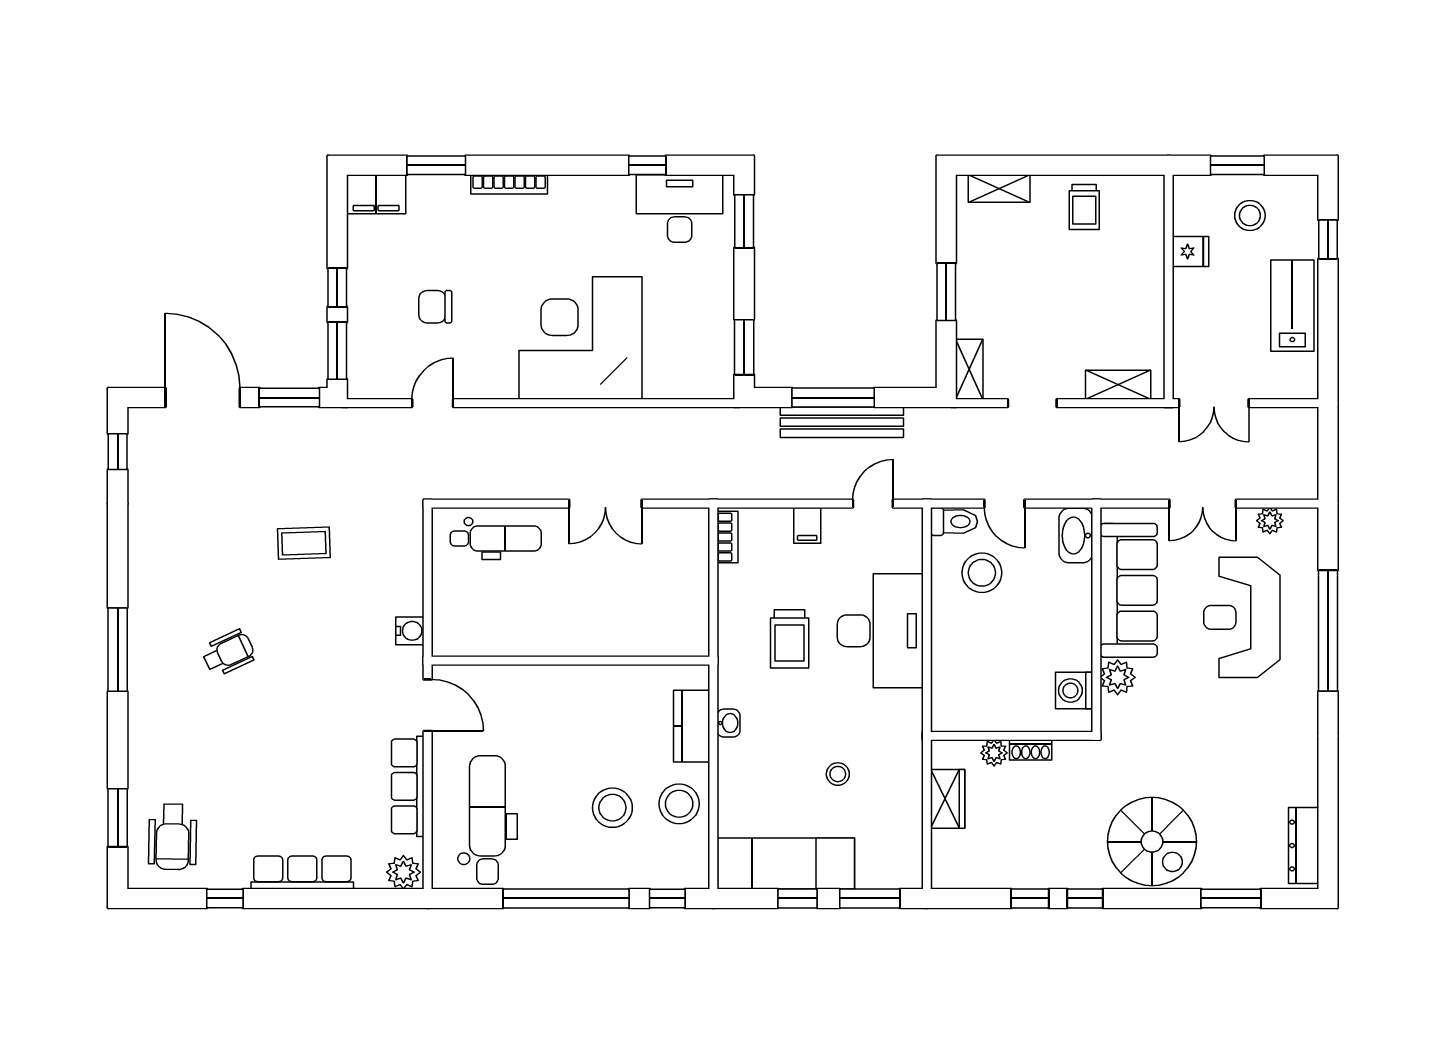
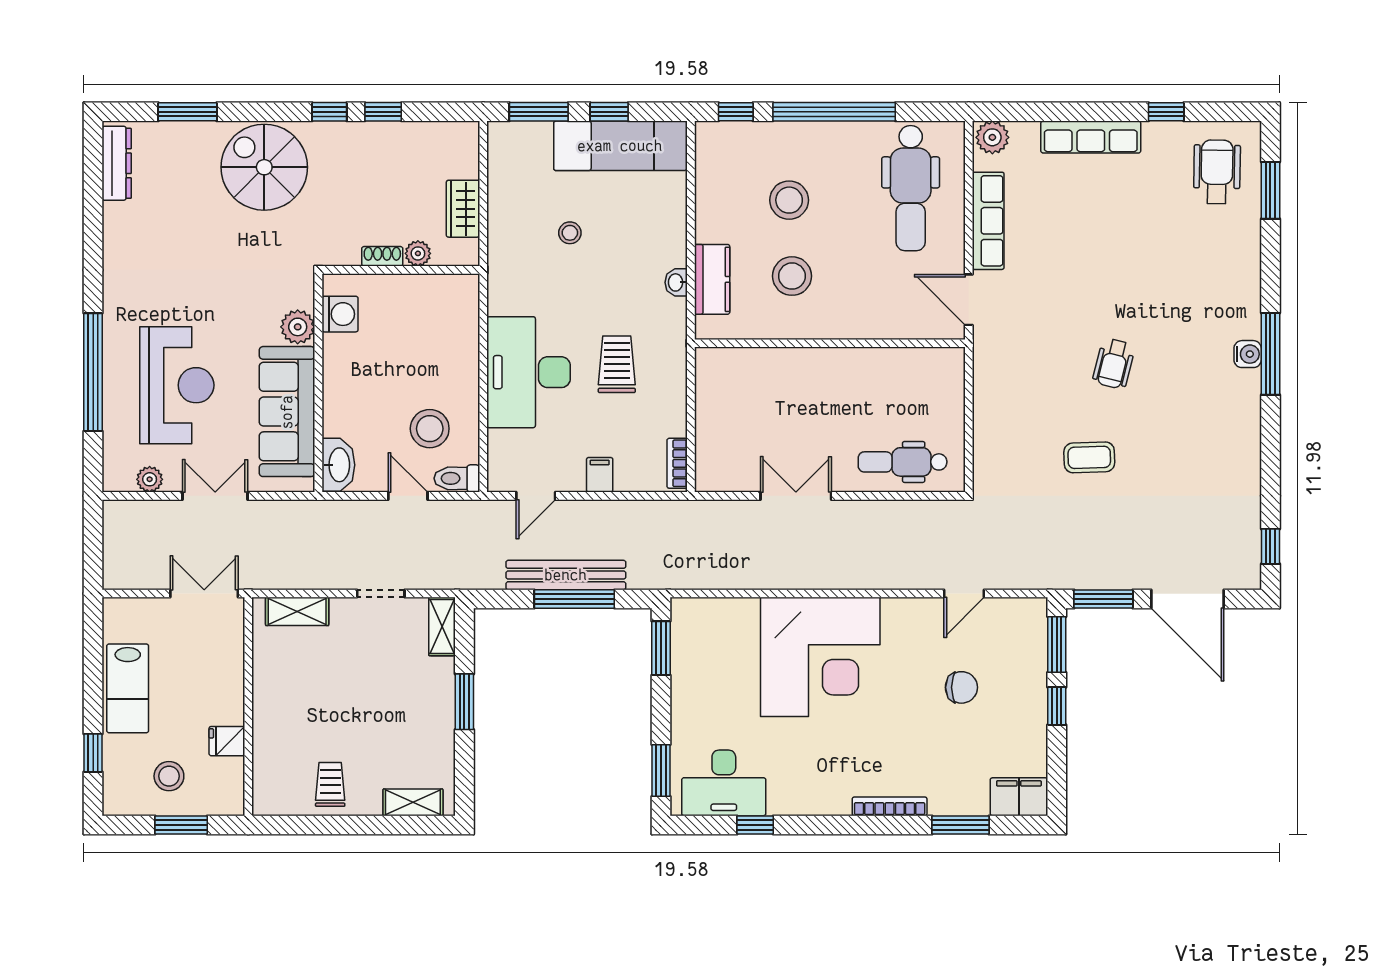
water cooler: (410, 631) -> (1248, 354), moved, turned 180
wheelchair: (228, 653) -> (1114, 364), moved, turned -51
stool: (679, 804) -> (792, 276), moved

